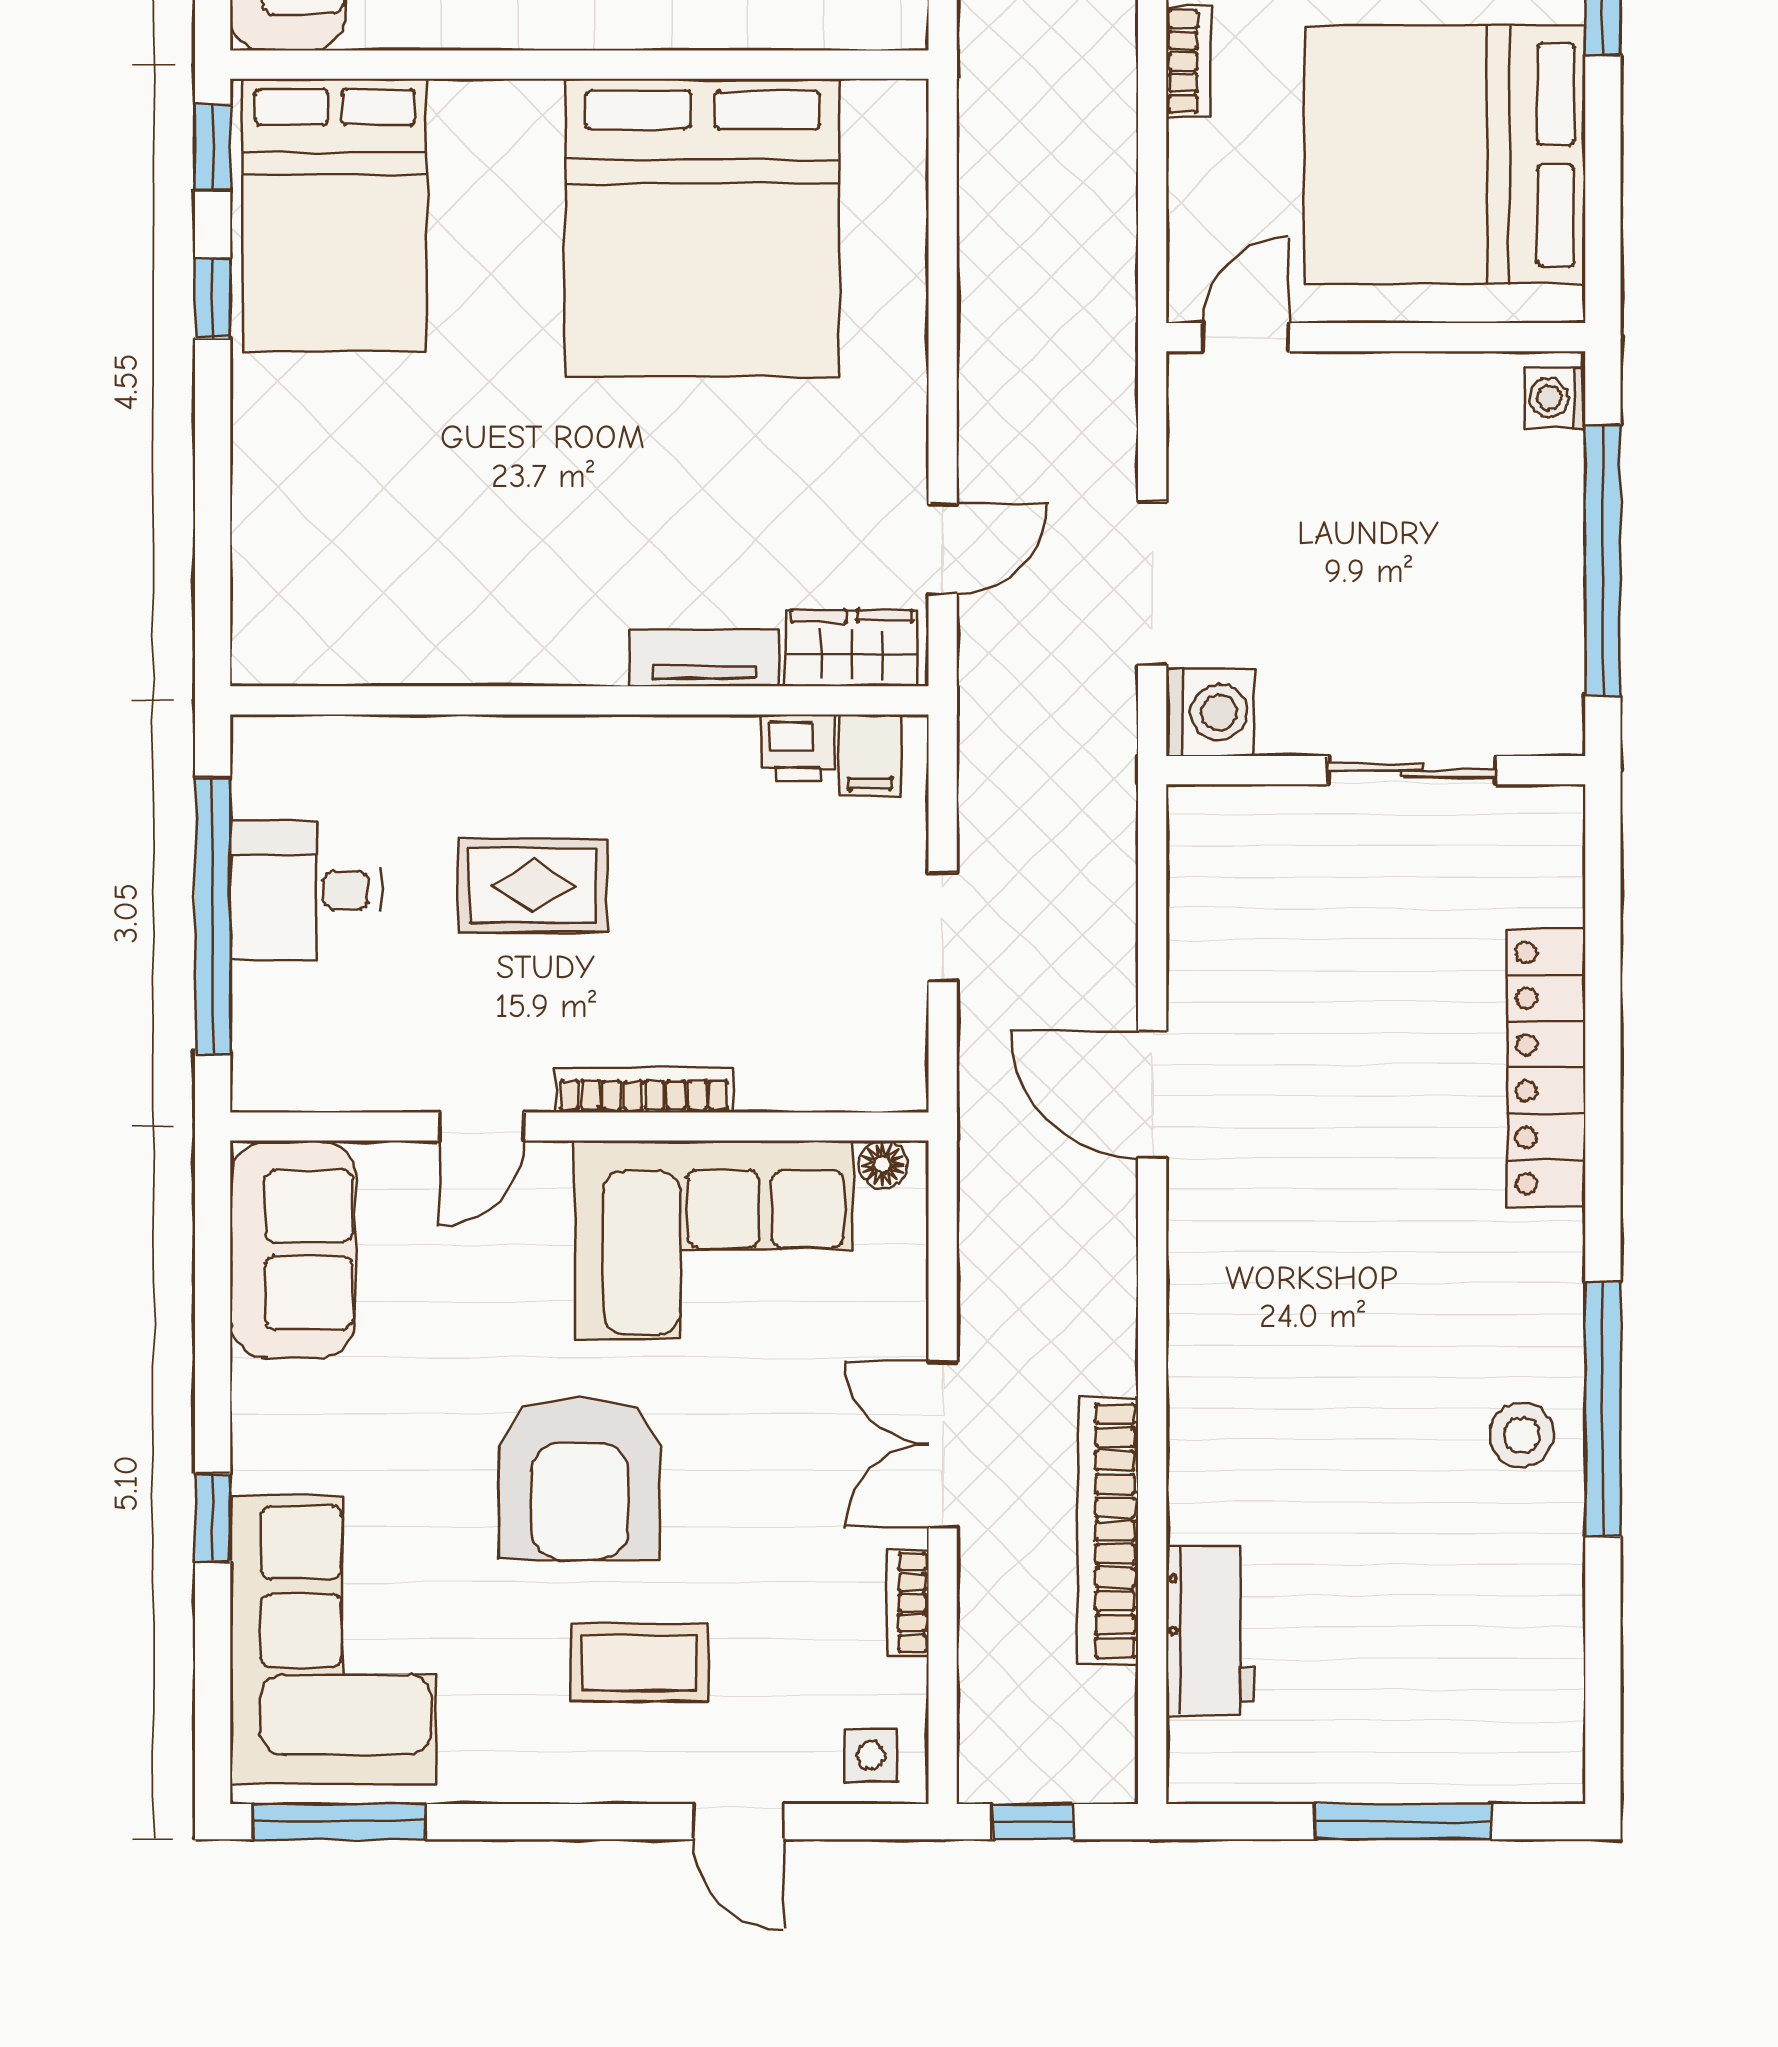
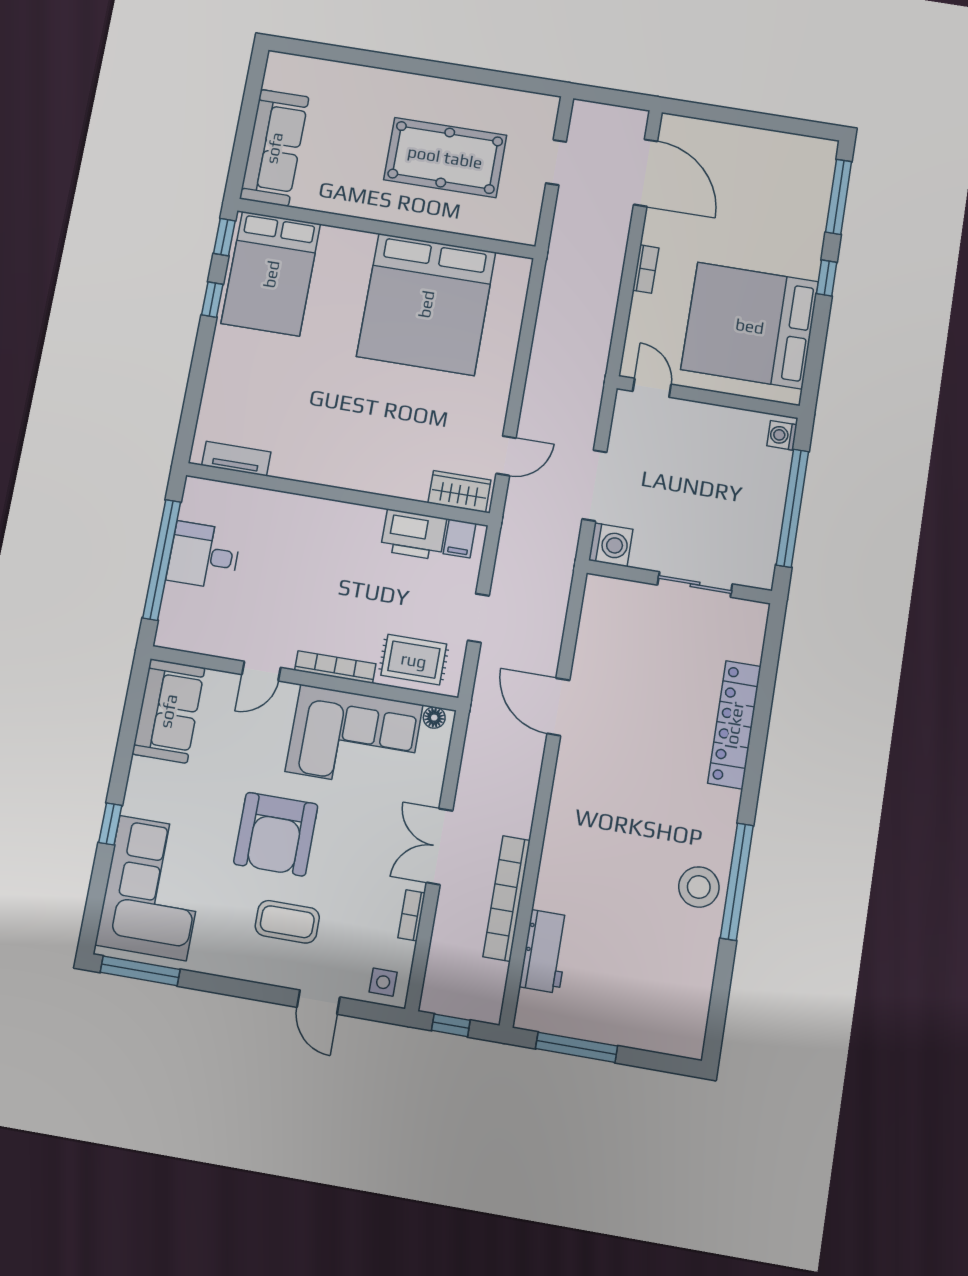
door: (1246, 337) -> (652, 388), hinge flipped
tv unit: (705, 658) -> (236, 459), moved
printer: (798, 748) -> (413, 535), width x1.87, depth x1.48
rug: (533, 885) -> (414, 660), moved
stool: (1522, 1435) -> (699, 887), width x1.38, depth x1.38
window: (1403, 1822) -> (577, 1047), moved

